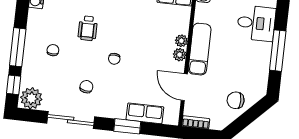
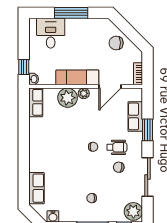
wheelchair: (88, 28) -> (117, 147), moved
plant: (181, 41) -> (68, 98), width x1.88, depth x1.88
chair: (236, 100) -> (116, 43), turned 90

